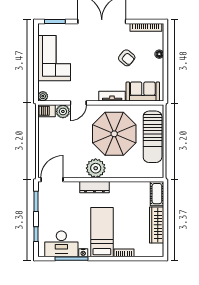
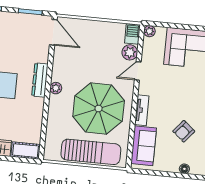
door: (78, 103) -> (138, 71), hinge flipped
sun lounger: (153, 137) -> (91, 152), turned 180
plant: (96, 168) -> (56, 88), width x0.53, depth x0.53

